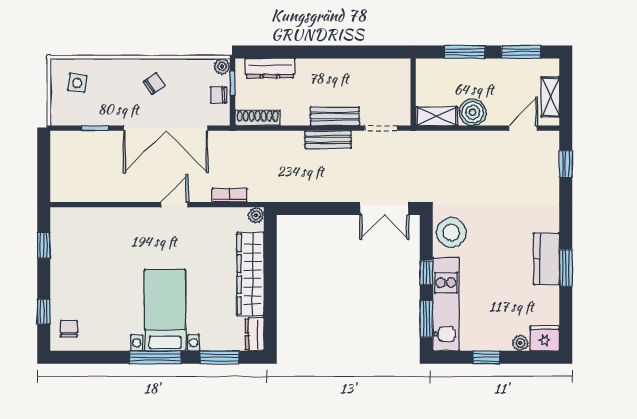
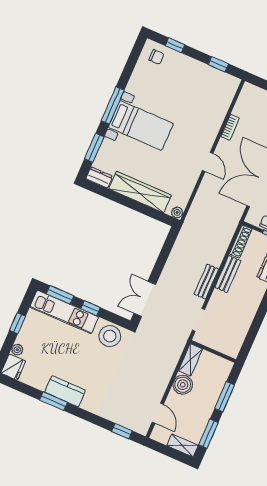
shelving: (550, 97) -> (183, 446), moved
bench: (335, 116) -> (228, 274), moved
bookcase: (230, 195) -> (230, 127), moved

